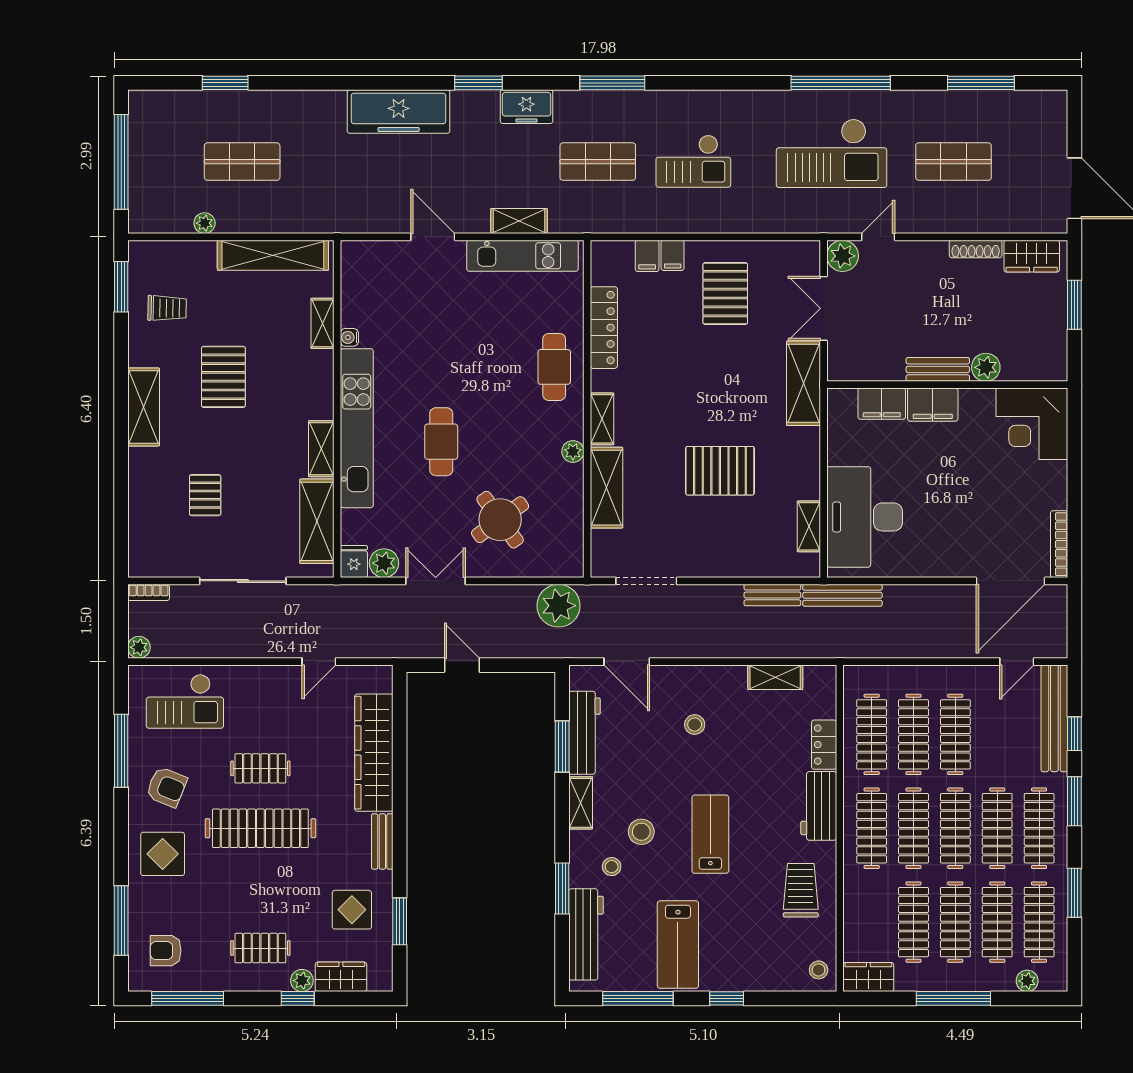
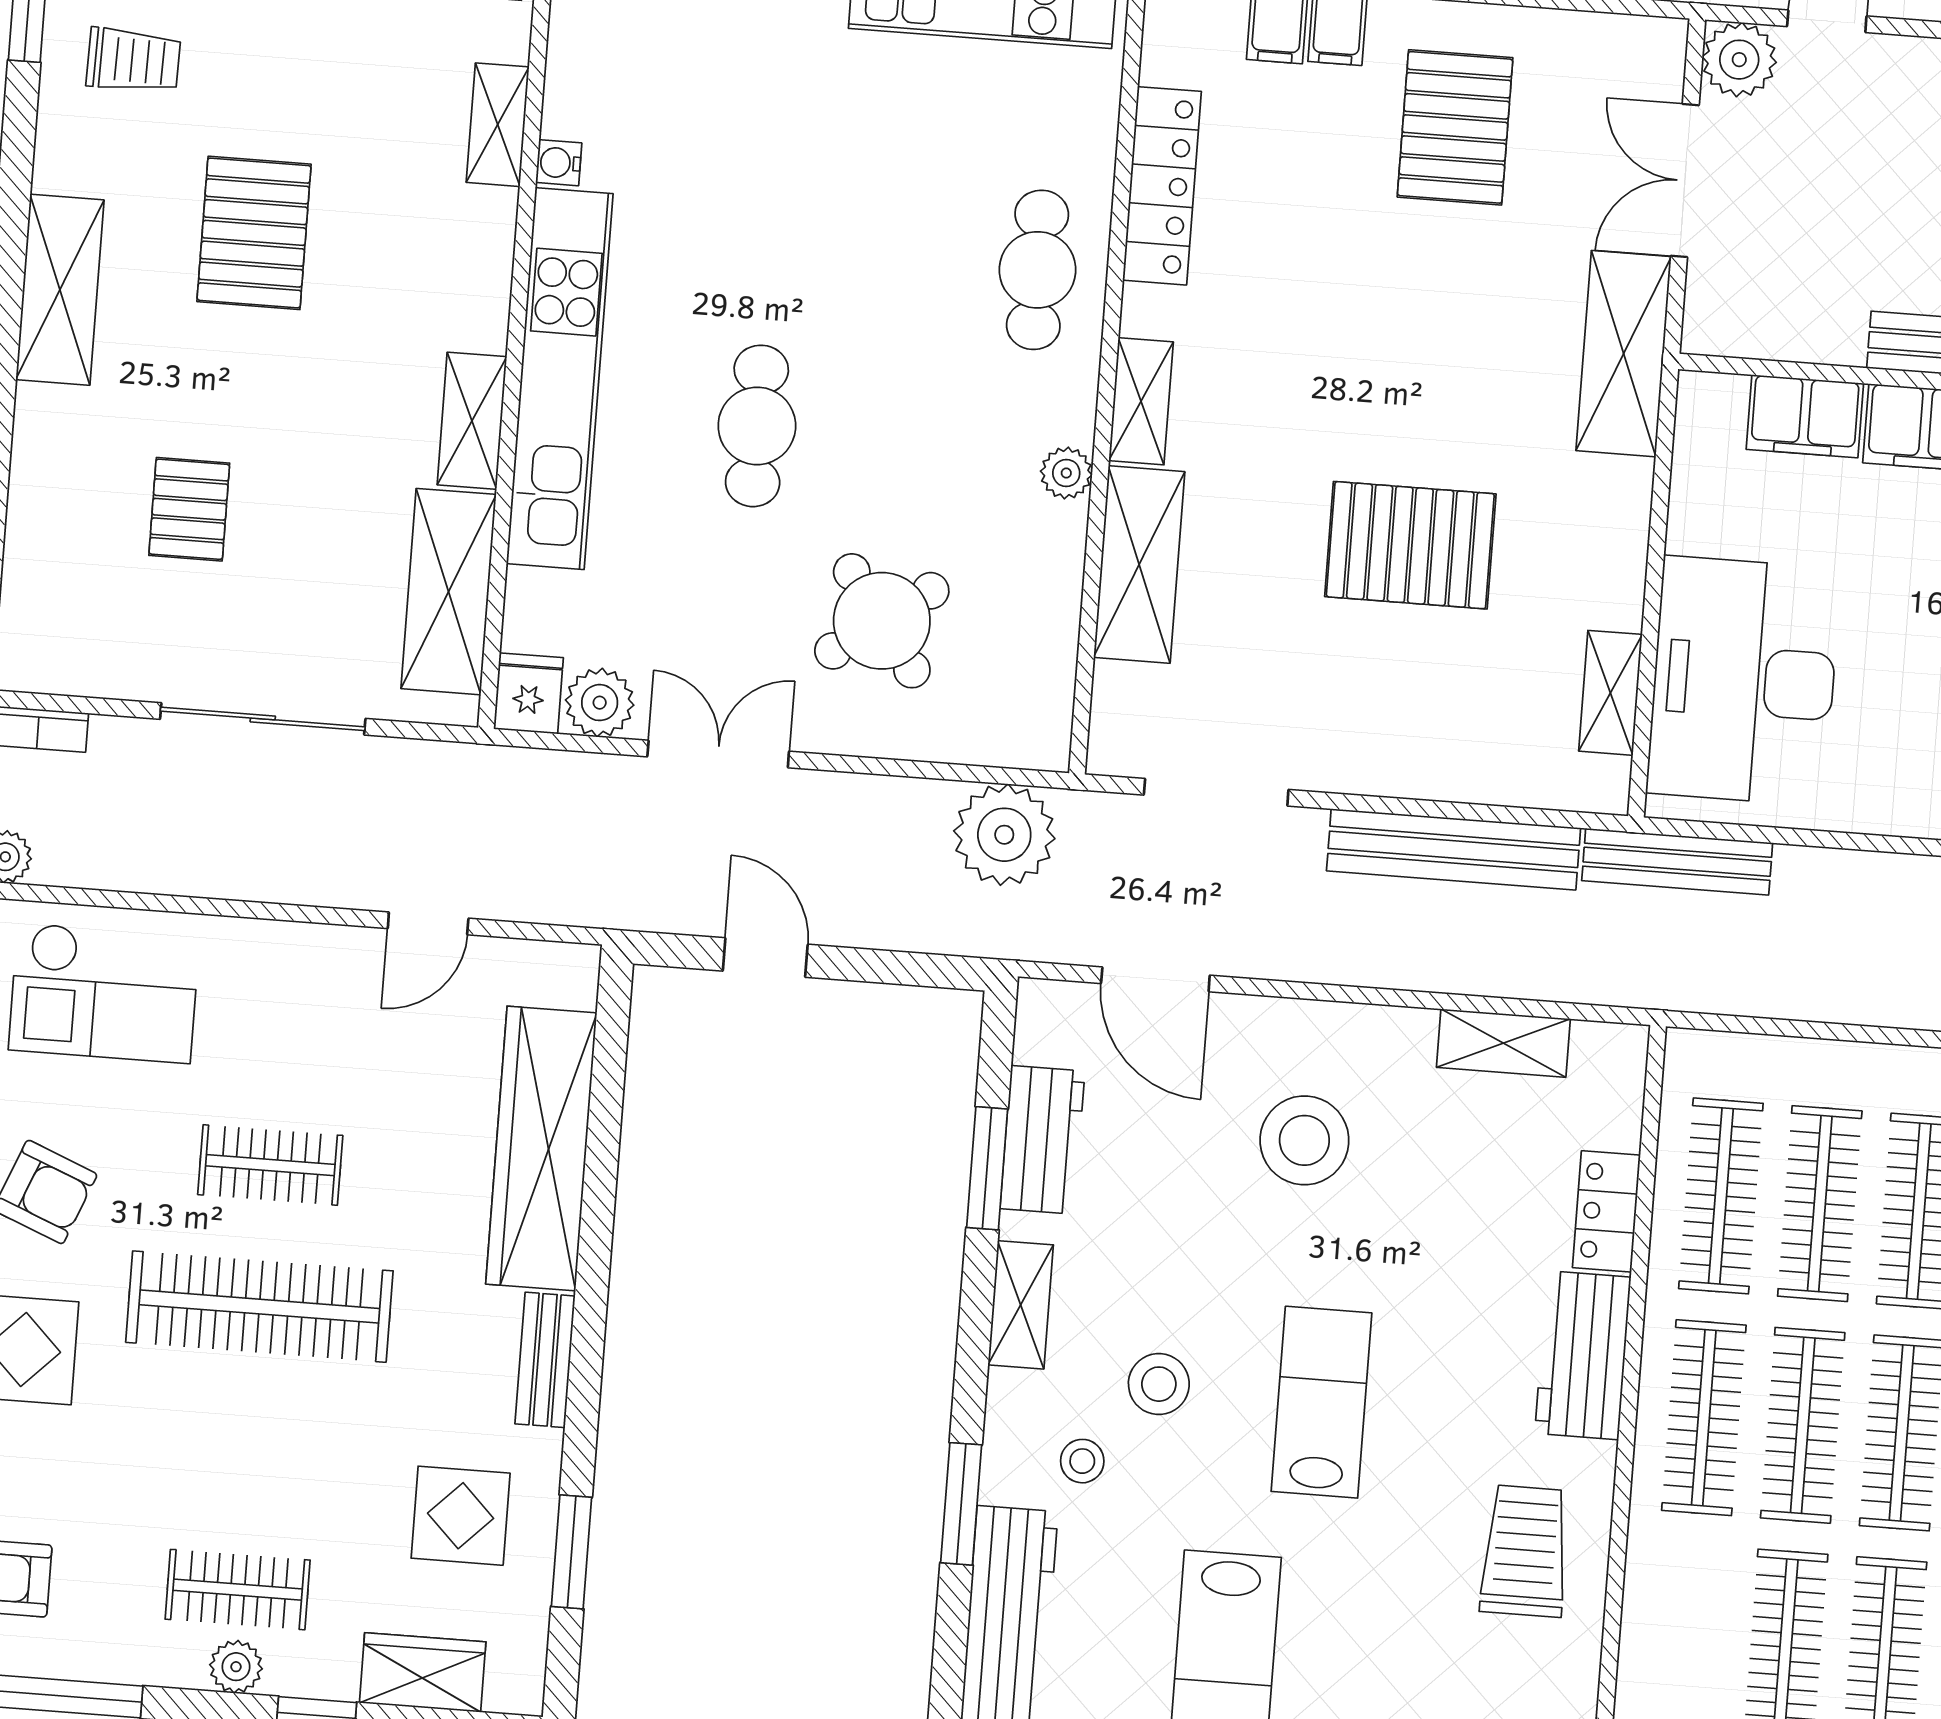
bench: (772, 595) -> (1454, 849), width x1.86, depth x1.21
stool: (695, 725) -> (1304, 1140), width x1.89, depth x1.89
workbench: (584, 733) -> (1042, 1140), width x0.73
plant: (302, 981) -> (236, 1667), moved

